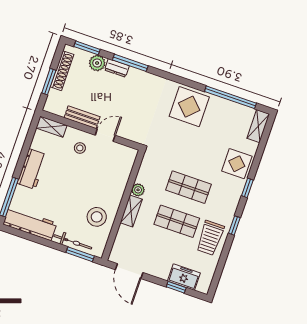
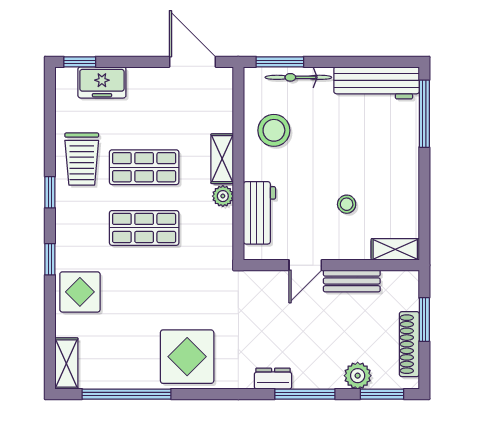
dresser: (117, 68) -> (273, 379), moved
stool: (80, 148) -> (347, 204), moved
workbench: (32, 169) -> (259, 213), moved, turned 180
trolley: (210, 238) -> (82, 159), turned 180
window: (176, 287) -> (80, 62), moved

